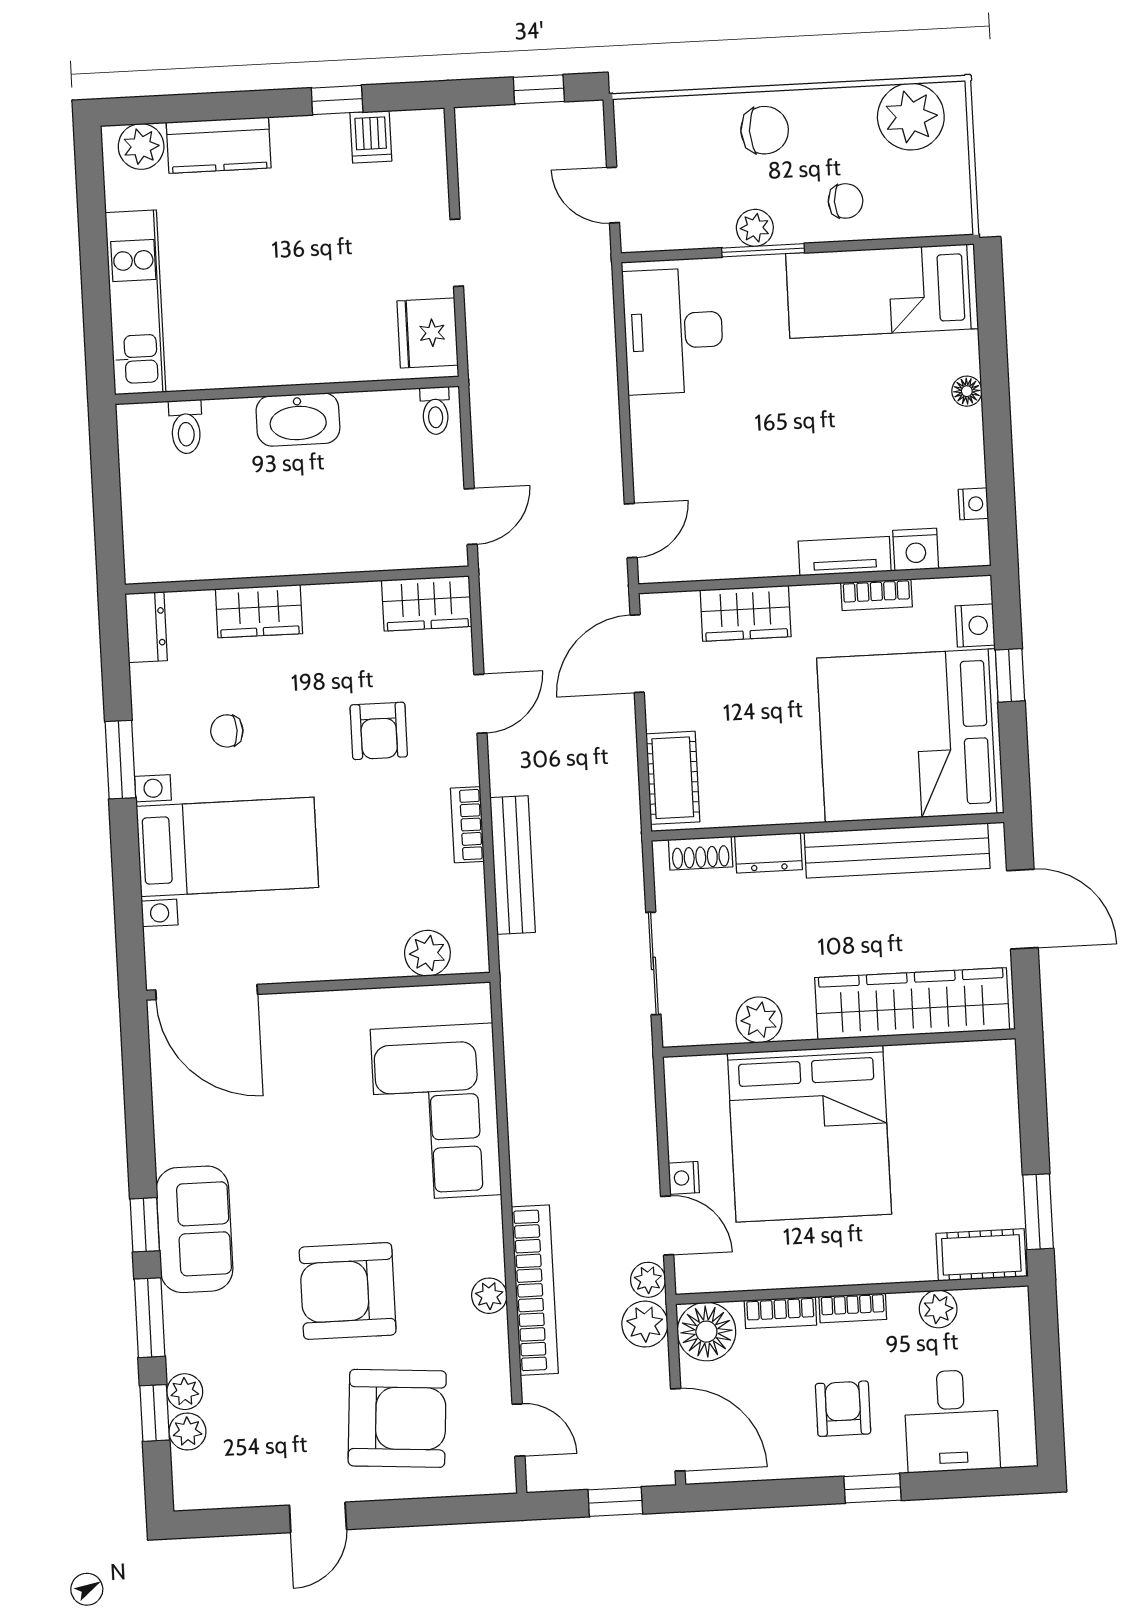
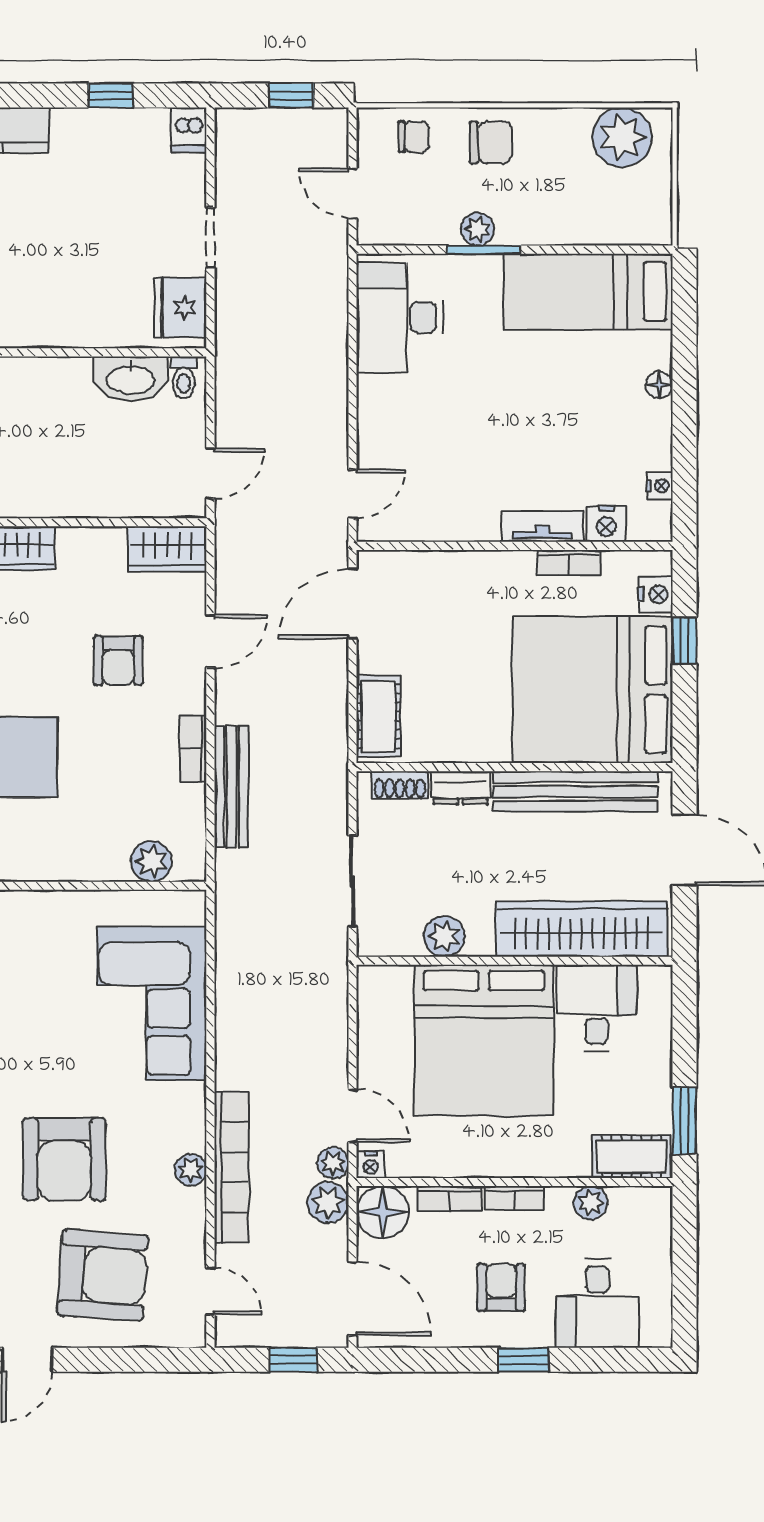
dishwasher: (371, 137) -> (189, 130), moved
chair: (846, 201) -> (414, 137), moved
washbasin: (298, 419) -> (131, 379), moved
wardrobe: (746, 613) -> (451, 573), removed
desk: (933, 1091) -> (597, 1008), added
nightstand: (684, 1178) -> (370, 1165), moved, turned -90
armchair: (348, 1291) -> (64, 1159), turned -90

